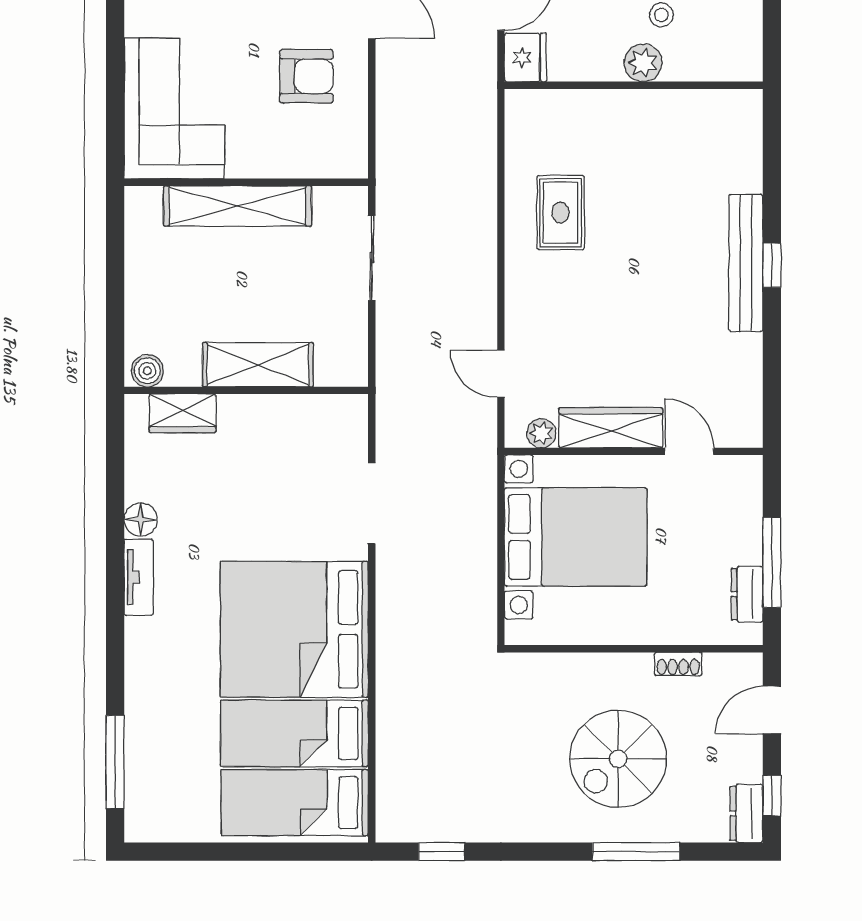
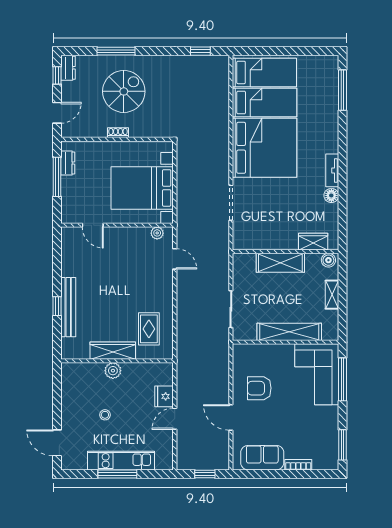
plant: (643, 63) -> (113, 371), moved
wall: (634, 85) -> (117, 361), moved
window: (115, 97) -> (342, 379), added
shelving: (139, 291) -> (332, 295), added
wardrobe: (611, 428) -> (113, 351), moved, turned 180
shoe rack: (678, 664) -> (118, 133), moved

